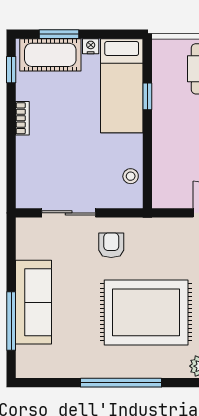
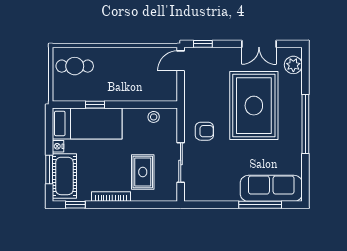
bookcase: (22, 118) -> (111, 197), width x1.56
rug: (56, 161) -> (143, 172), added
armchair: (111, 245) -> (204, 131), turned 180
sofa: (33, 302) -> (271, 188), moved

